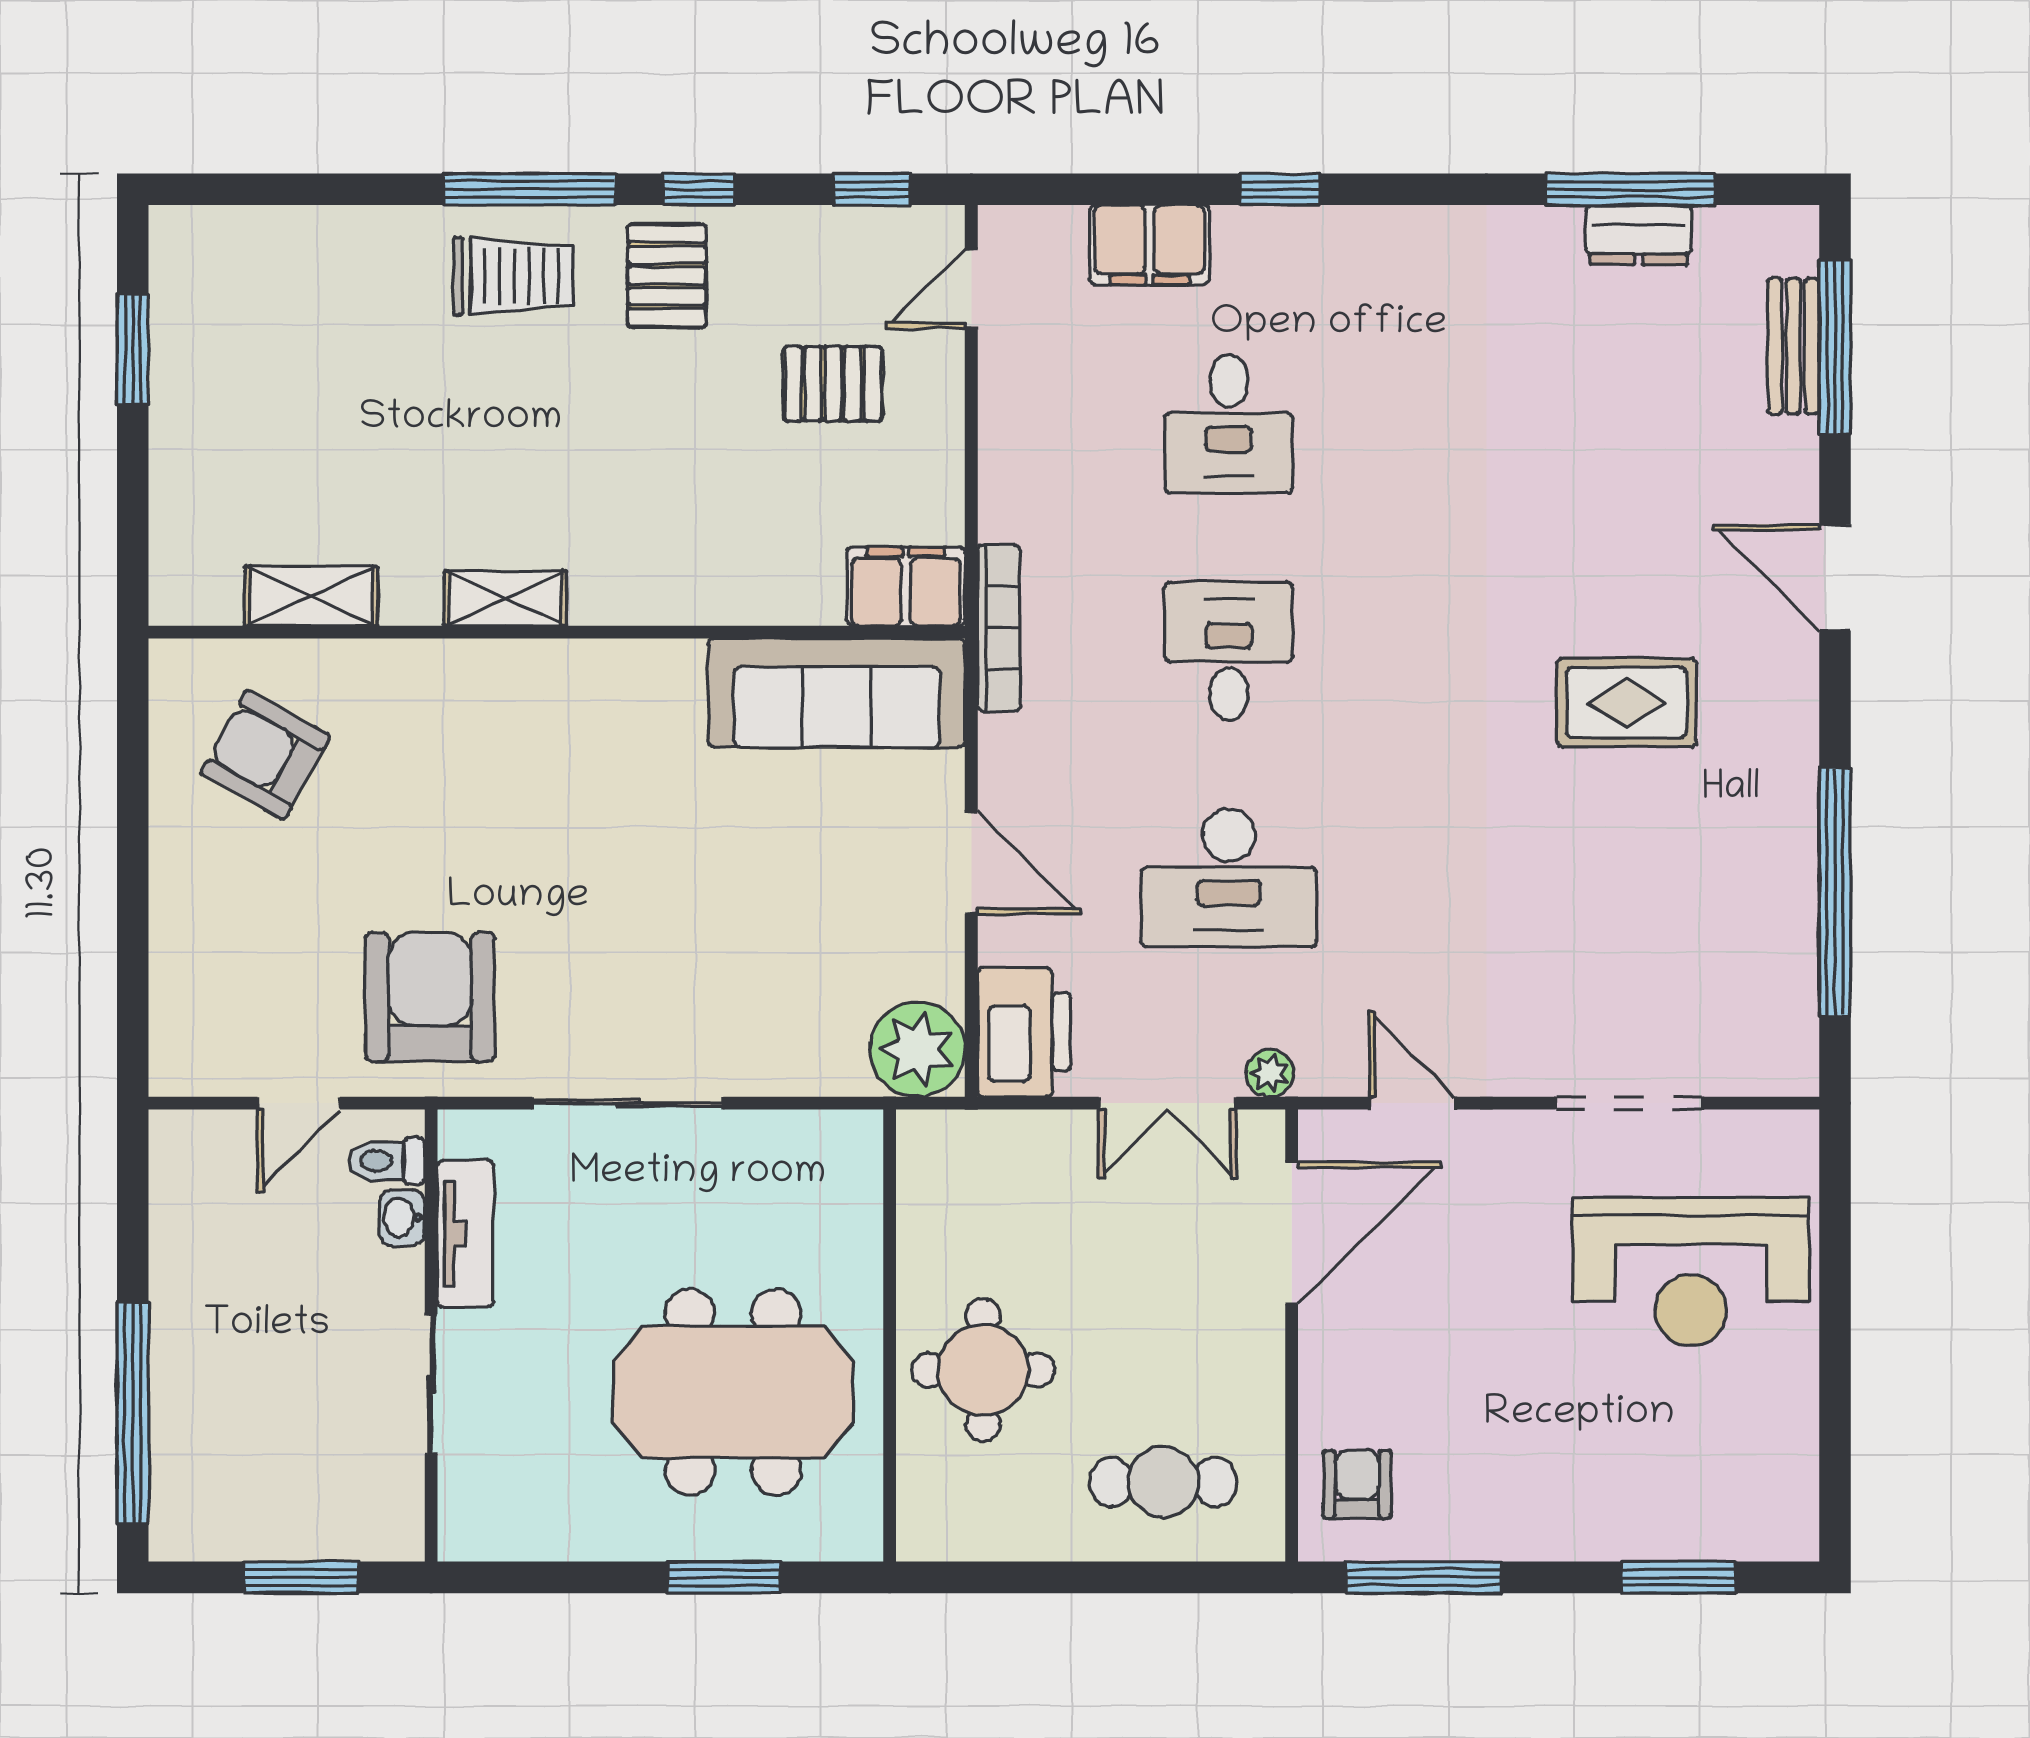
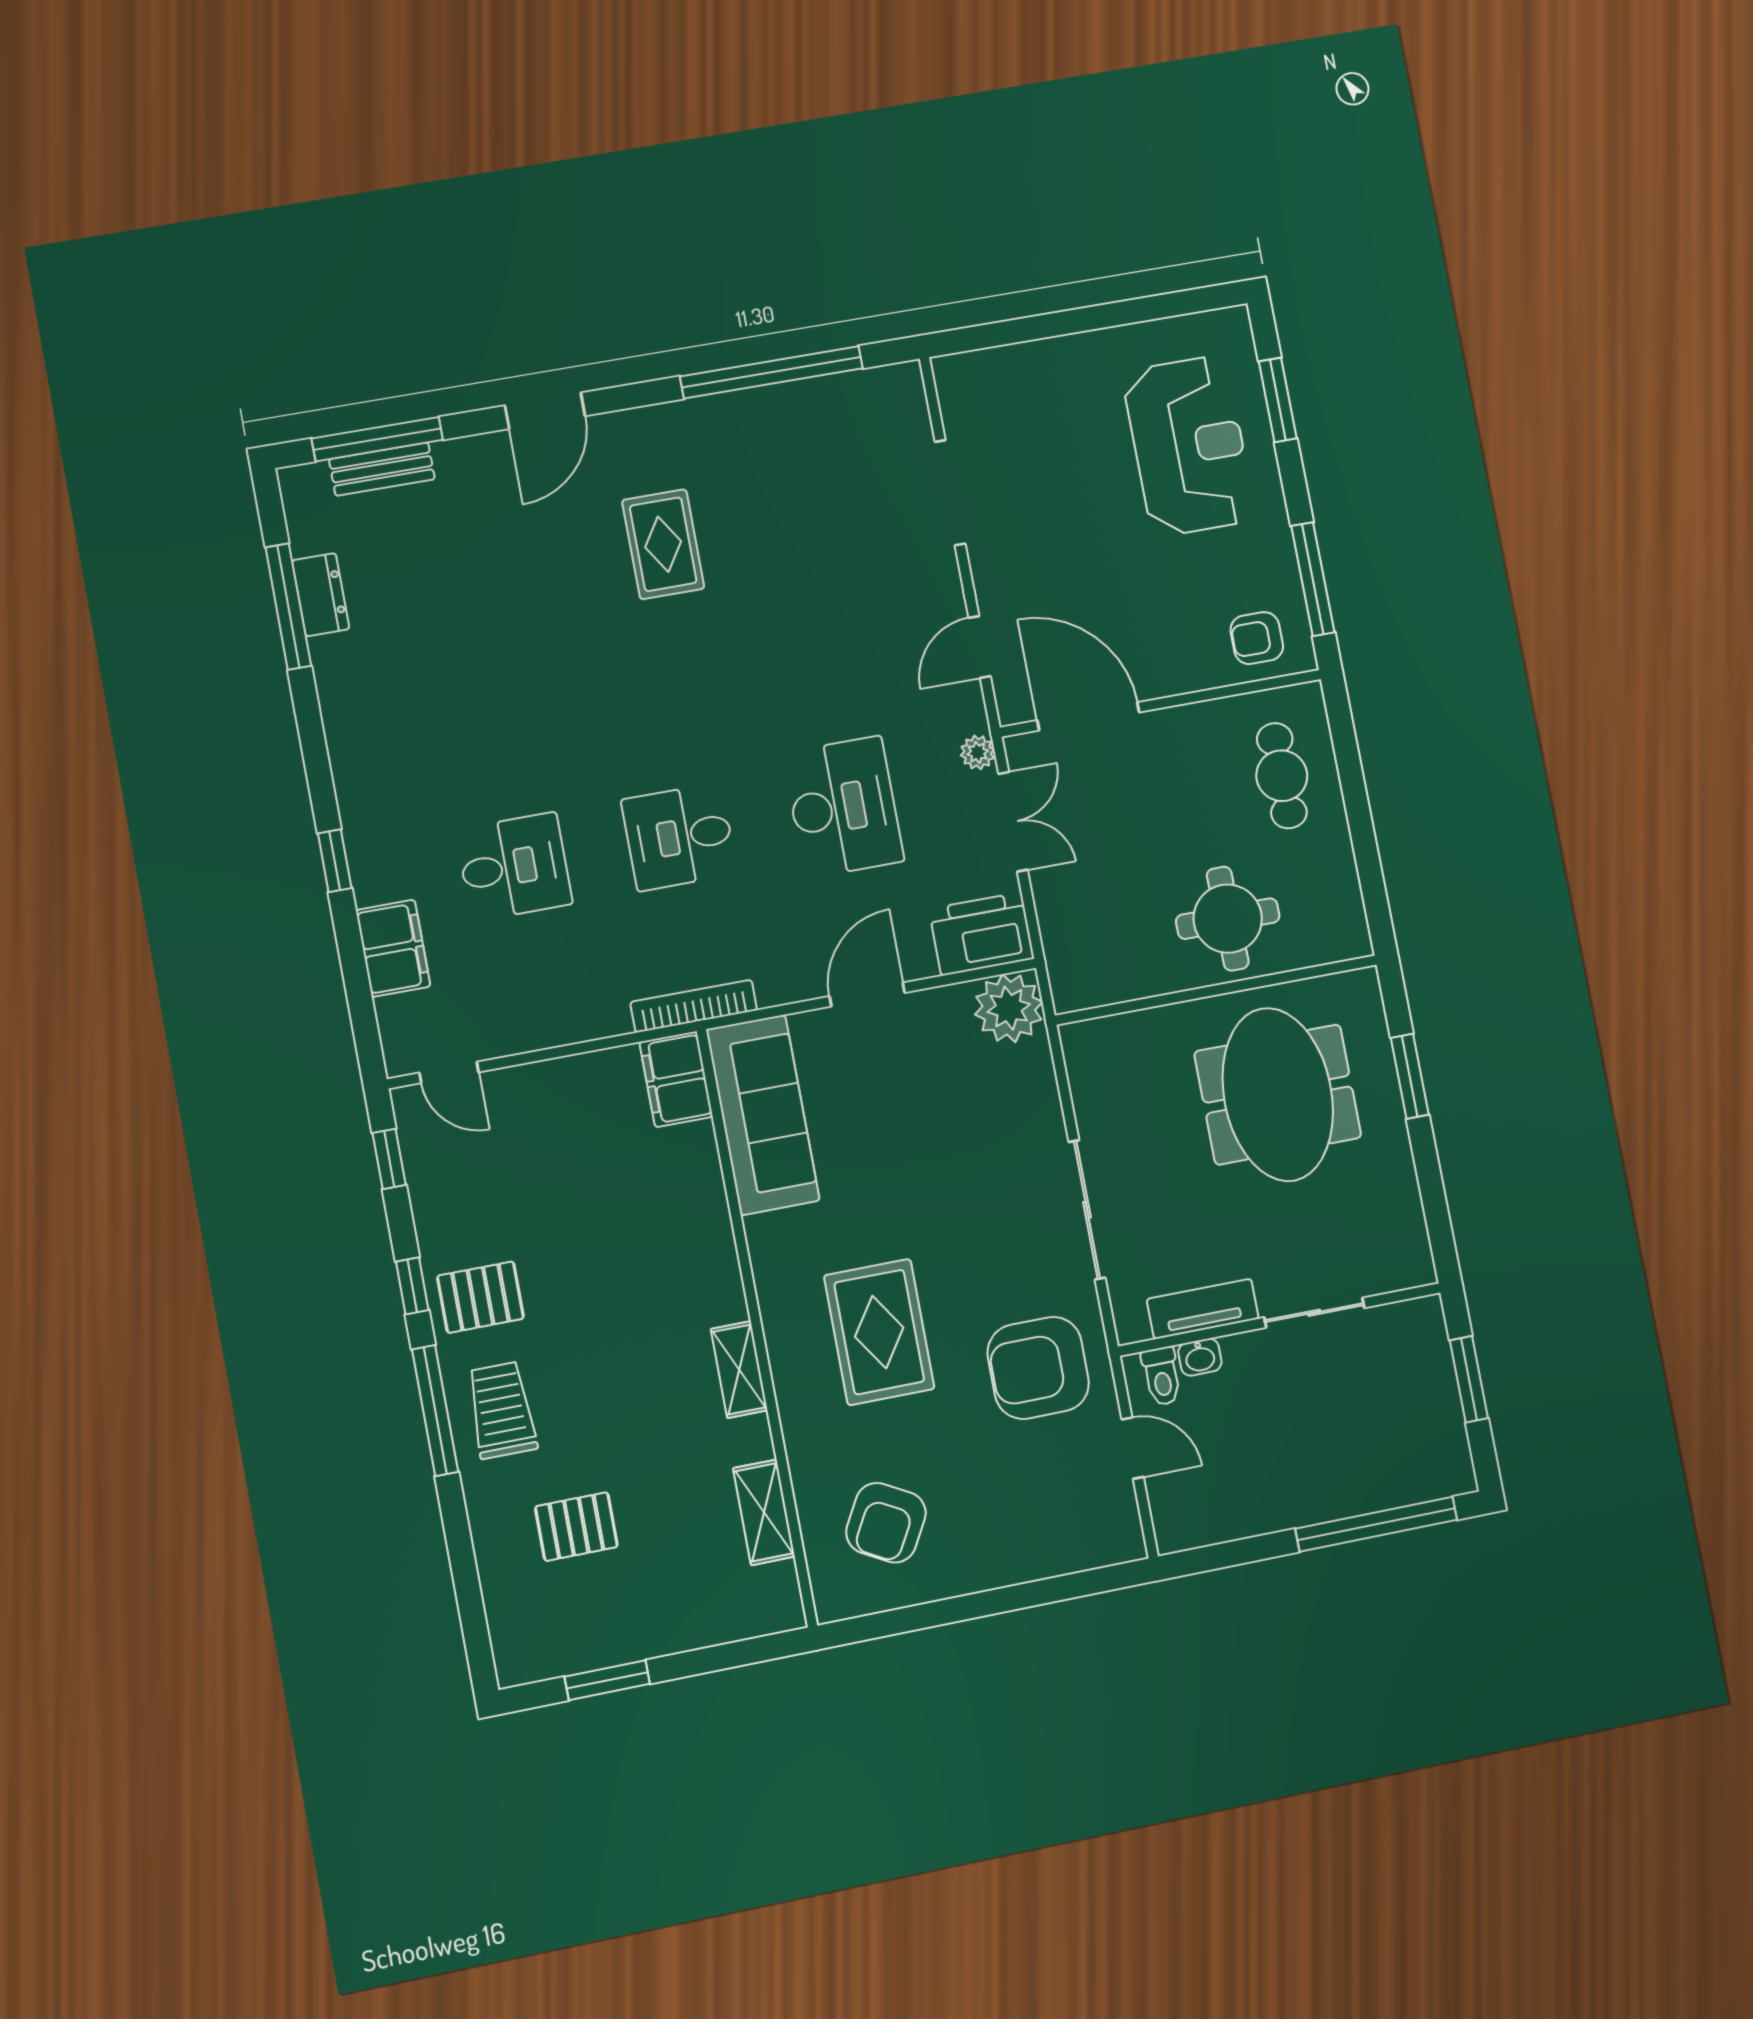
pallet: (833, 384) -> (576, 1527), moved, turned 90
rug: (519, 794) -> (879, 1332), added
reception desk: (1691, 1272) -> (1189, 446), moved

